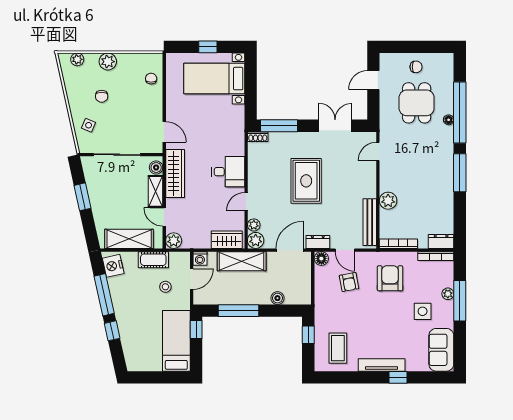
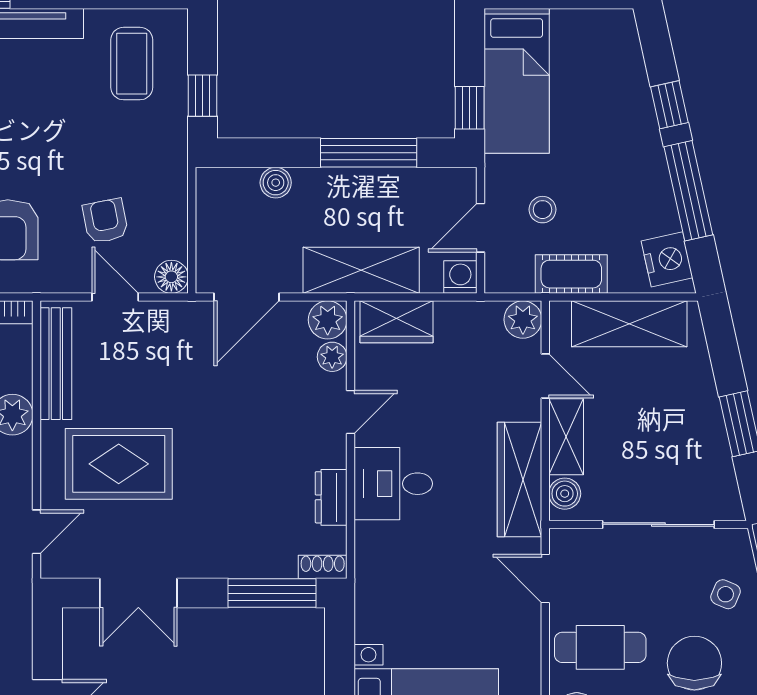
chair: (102, 96) -> (694, 663), width x1.87, depth x1.87
cafe table: (141, 103) -> (600, 647), added
rug: (306, 181) -> (119, 464), moved, turned 90
dresser: (318, 242) -> (331, 497), moved, turned 90

